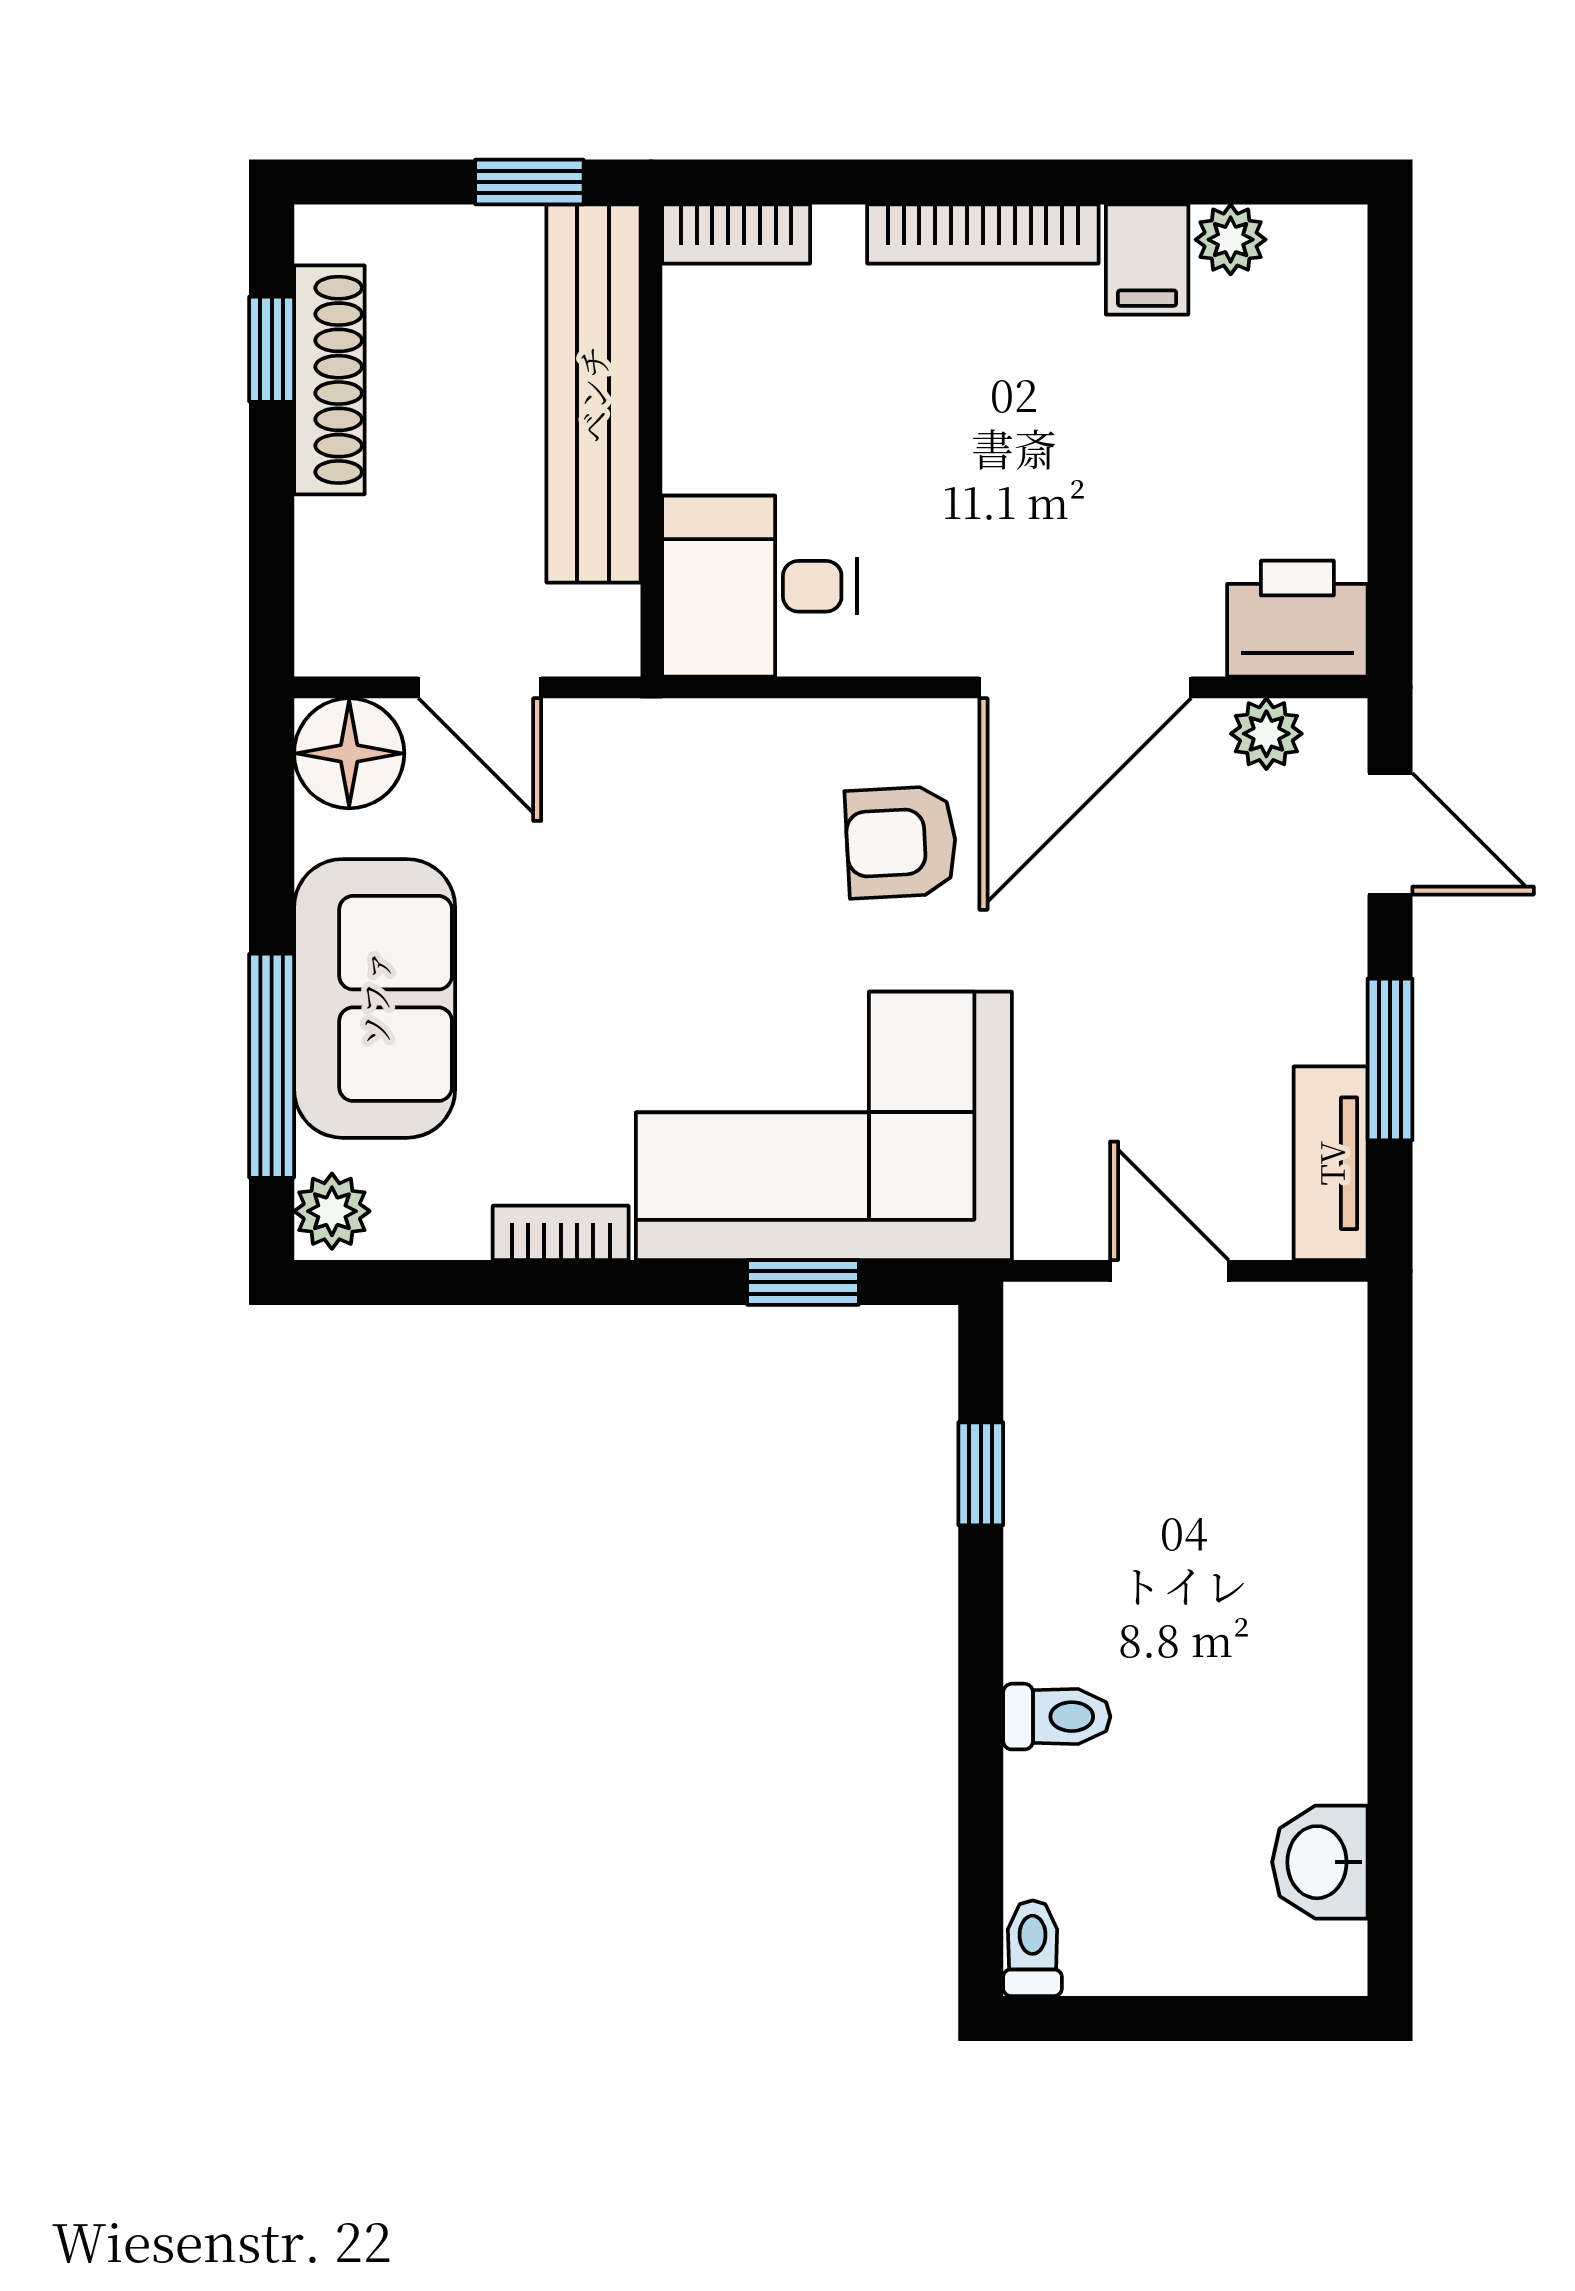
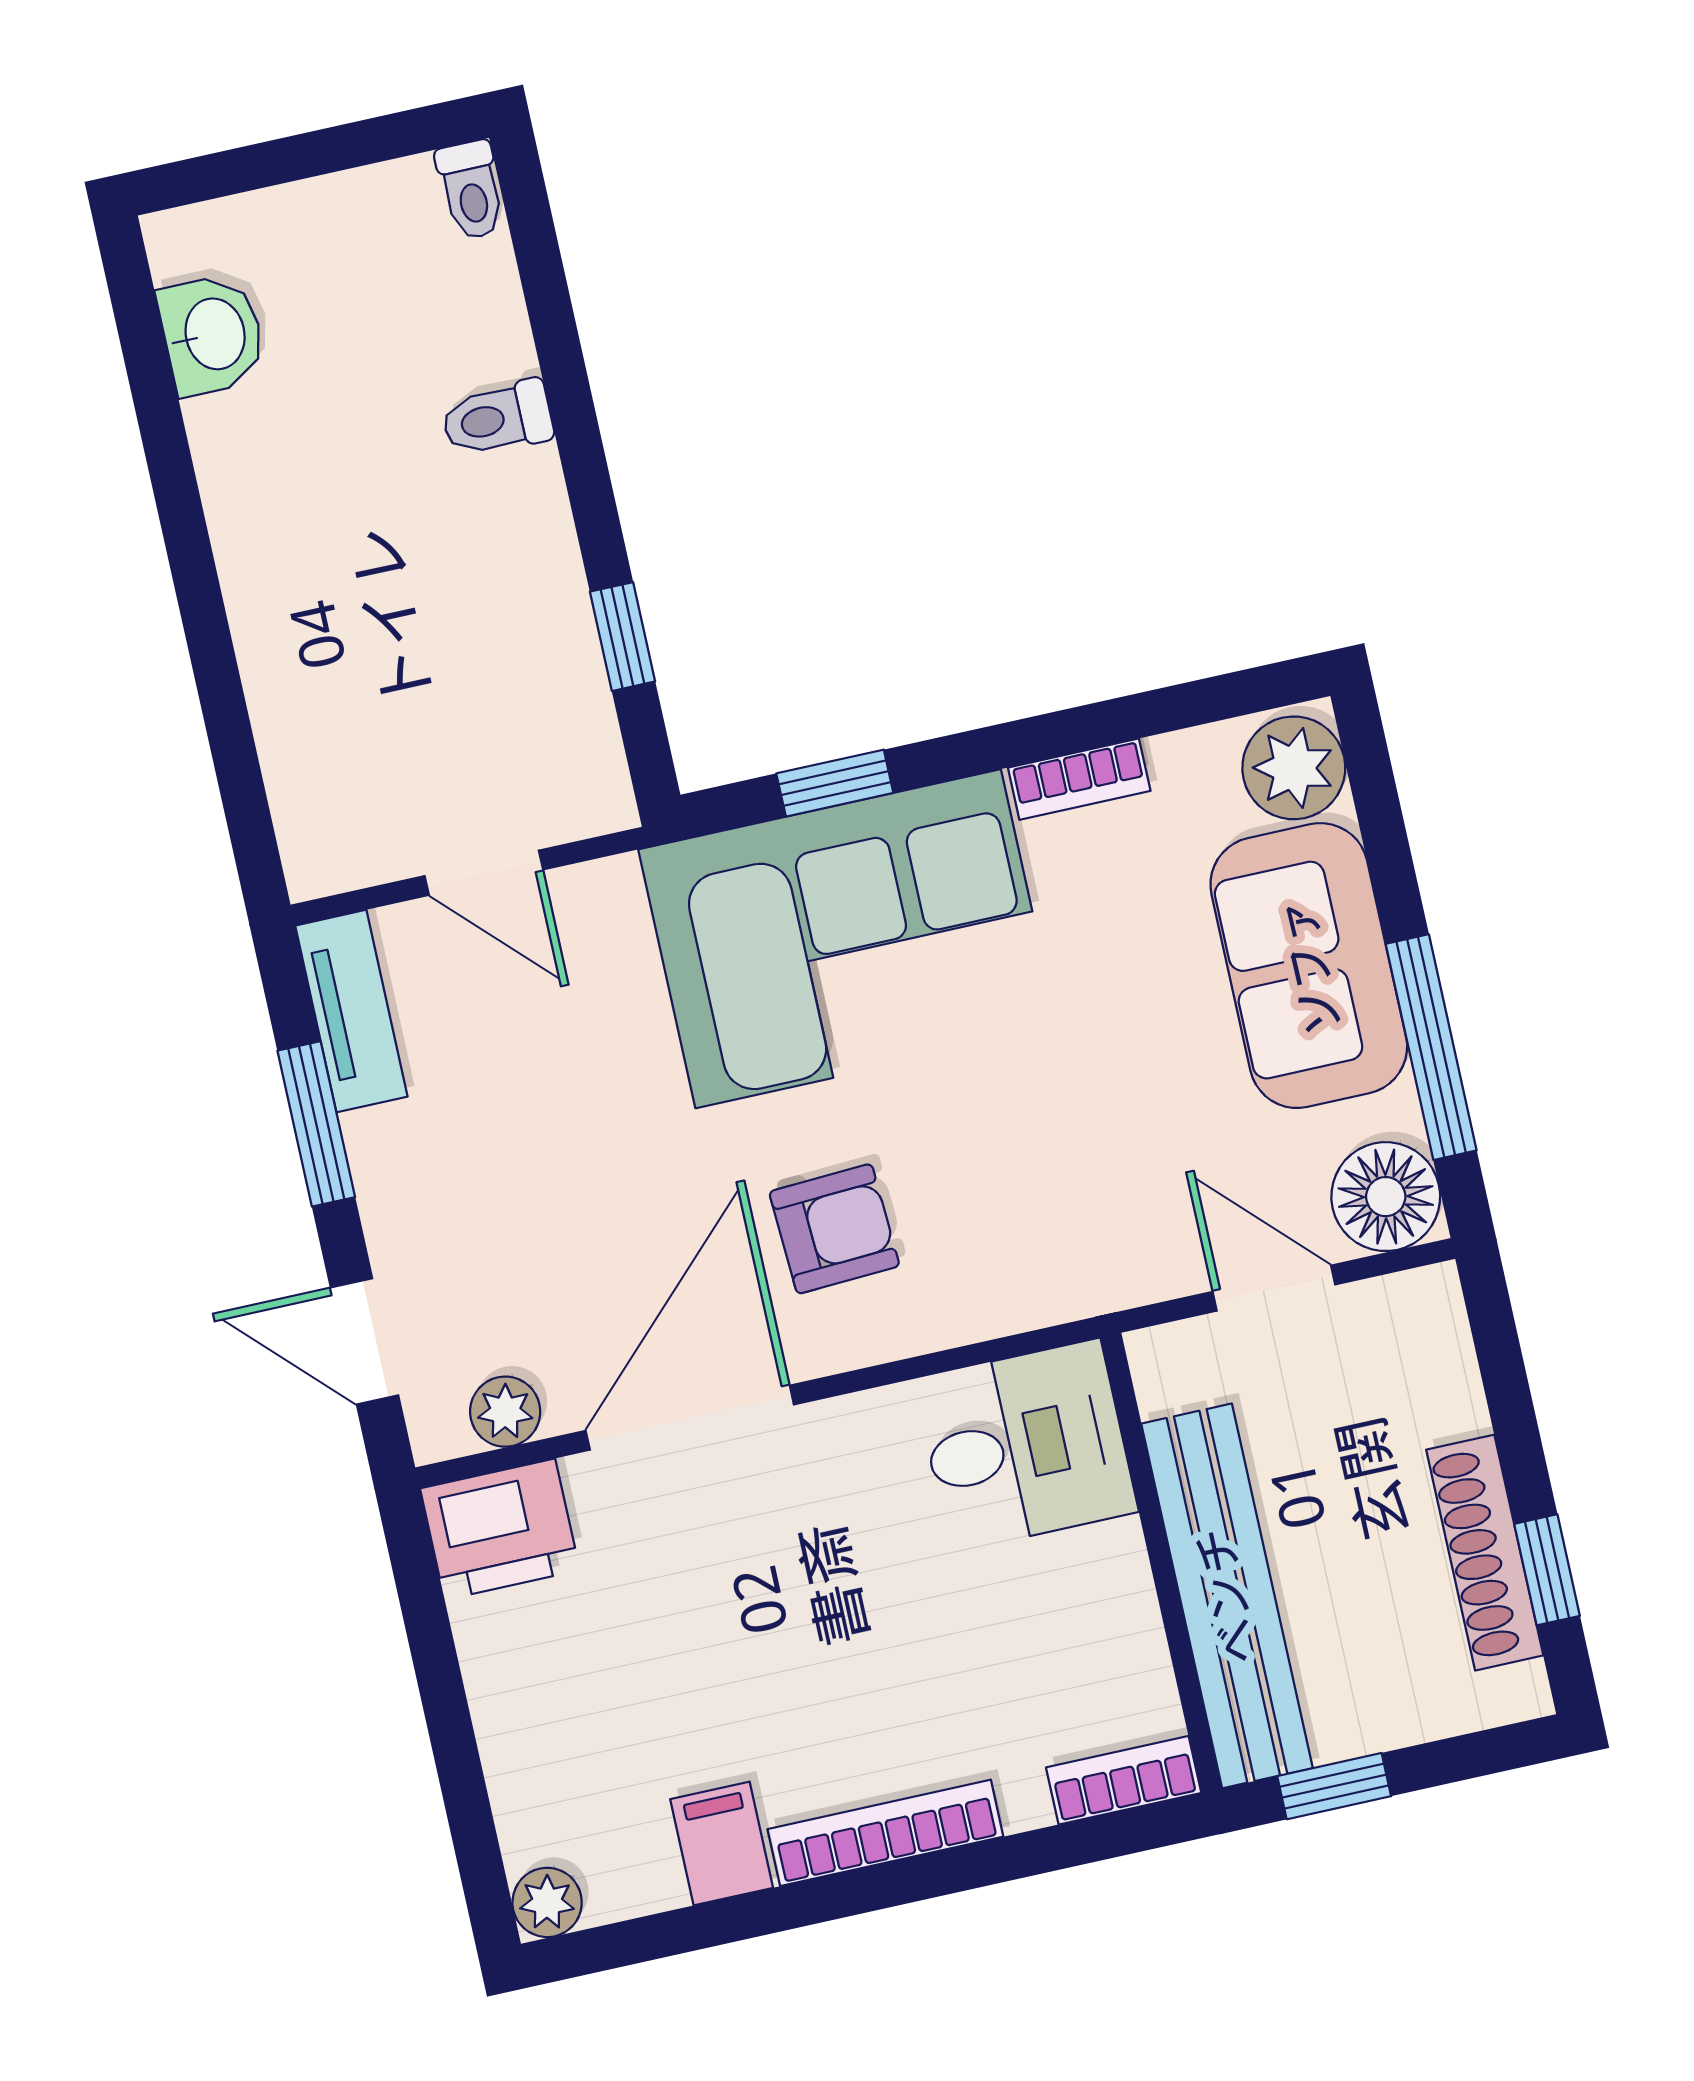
plant: (1231, 240) -> (547, 1902), moved
window: (272, 1066) -> (1431, 1047), moved
plant: (332, 1211) -> (1294, 768), width x1.38, depth x1.38

